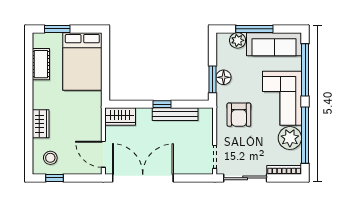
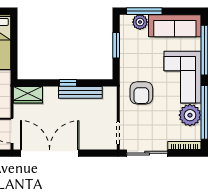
window: (254, 29) -> (144, 11), moved
floor lamp: (224, 77) -> (127, 57), removed
window: (213, 79) -> (116, 45), moved

